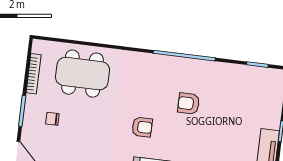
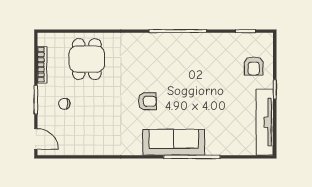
dining table: (83, 74) -> (87, 59), width x0.73
armchair: (189, 103) -> (254, 66), moved, turned -90

